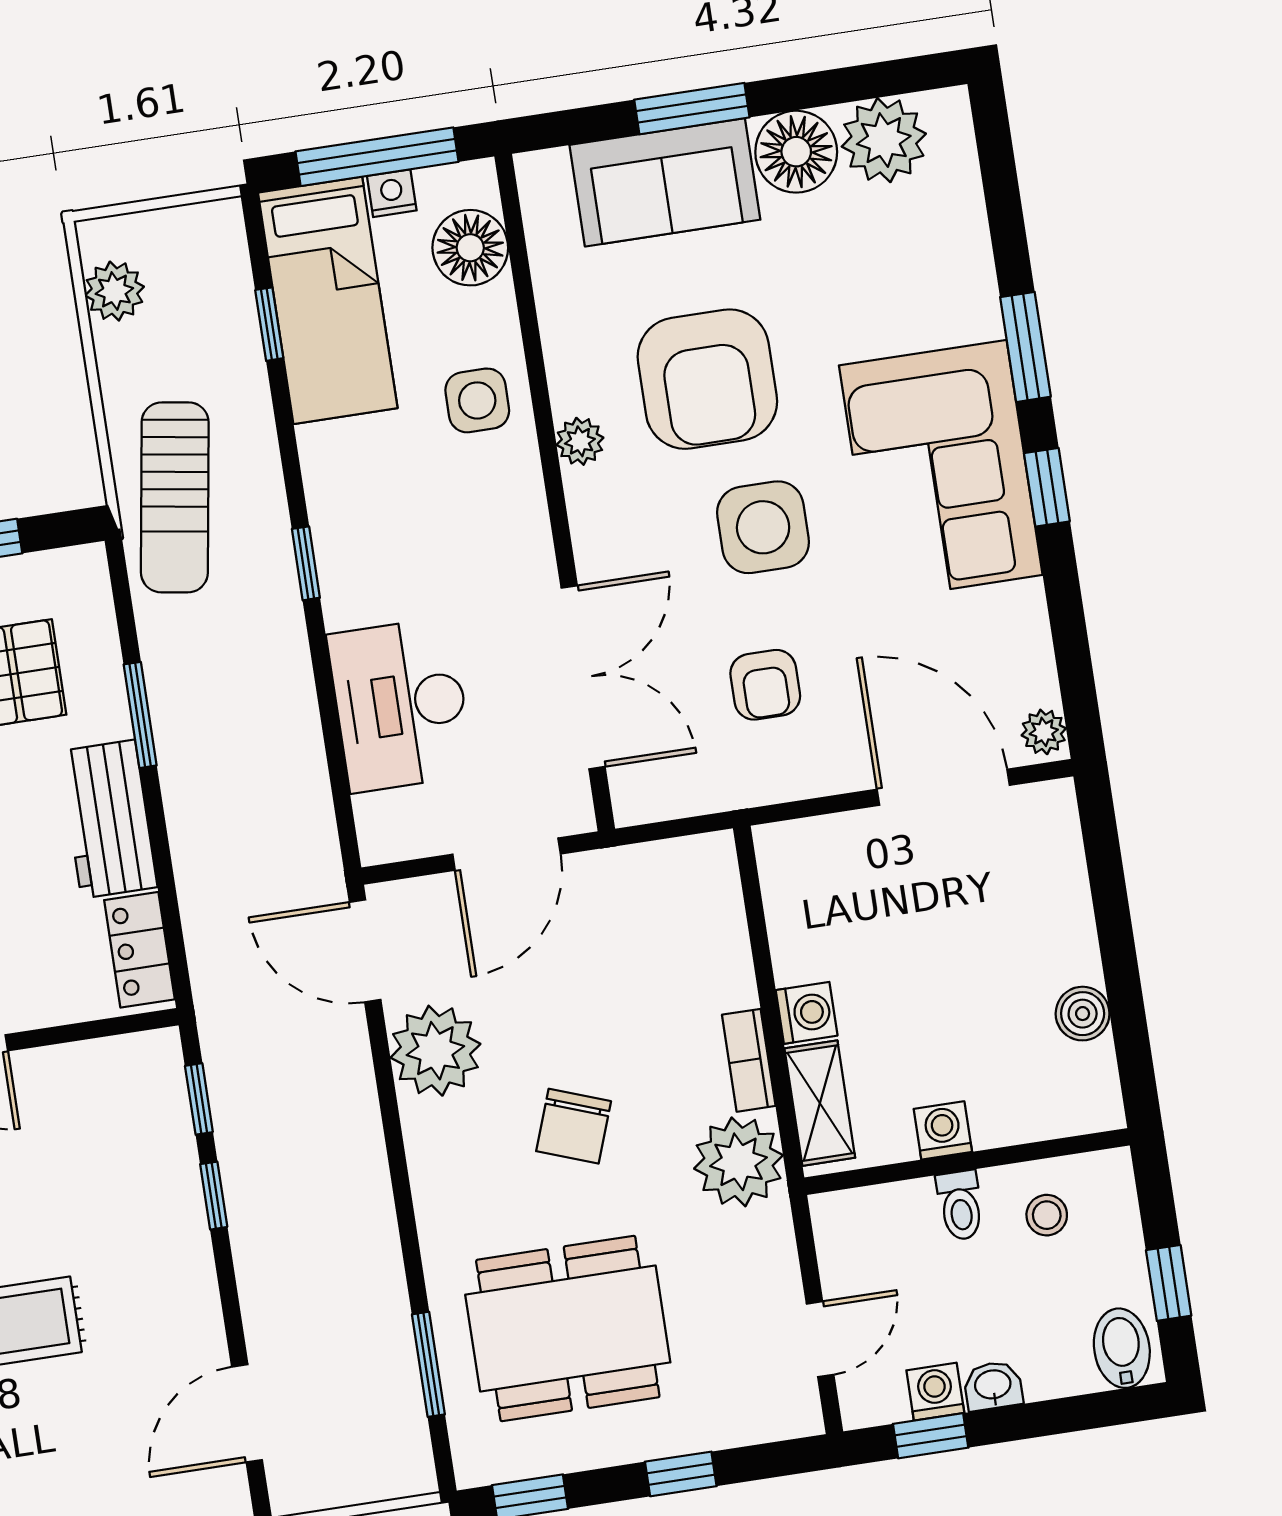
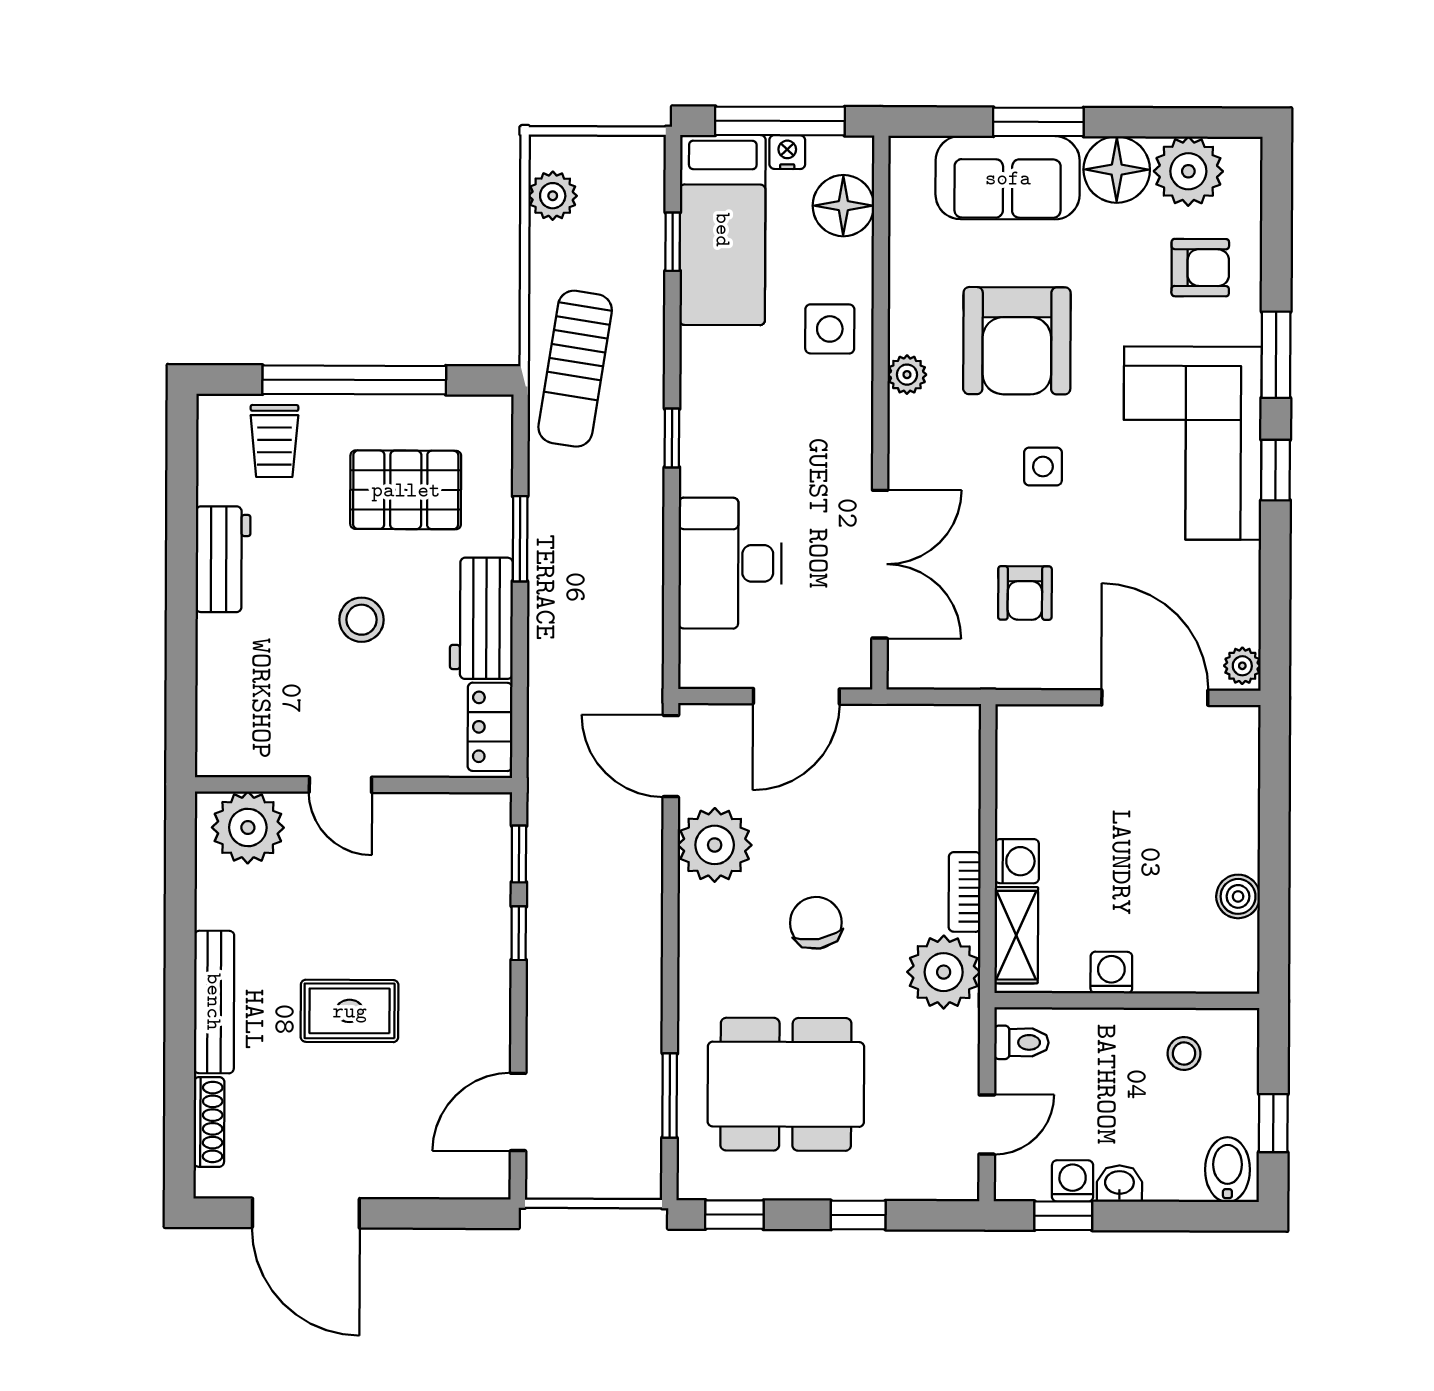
armchair: (917, 255) -> (1200, 268), added
side table: (763, 527) -> (1043, 466), width x0.54, depth x0.54
chair: (574, 1126) -> (816, 923), turned 150
toilet: (960, 1205) -> (1021, 1042), moved, turned -90

